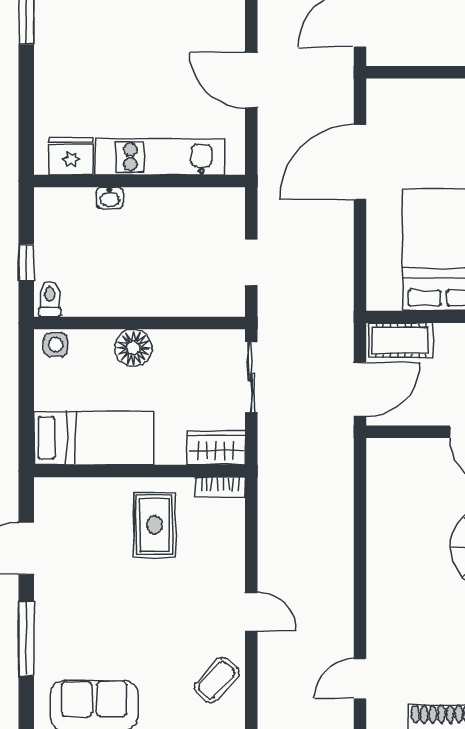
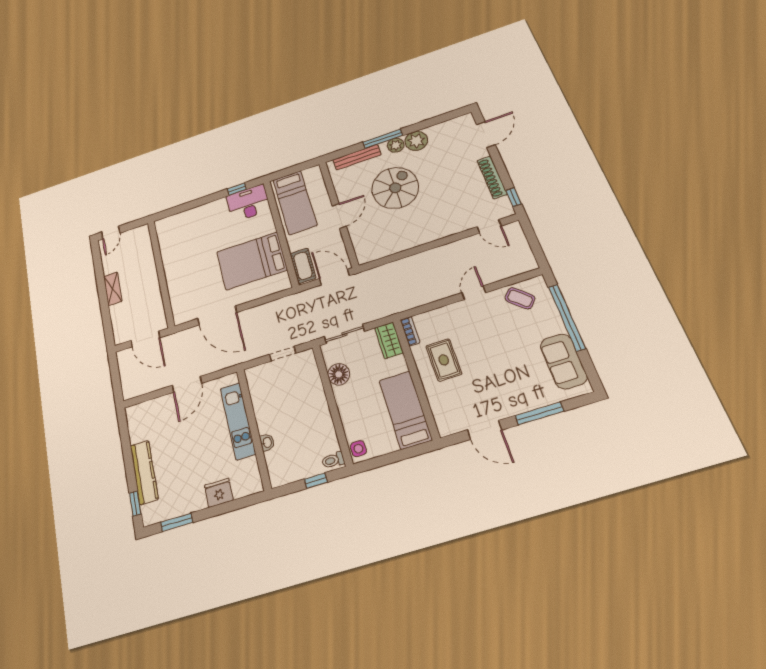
fridge: (71, 156) -> (219, 493), moved, turned 90
floor lamp: (133, 348) -> (339, 374), moved
rug: (155, 525) -> (444, 360), turned 90

